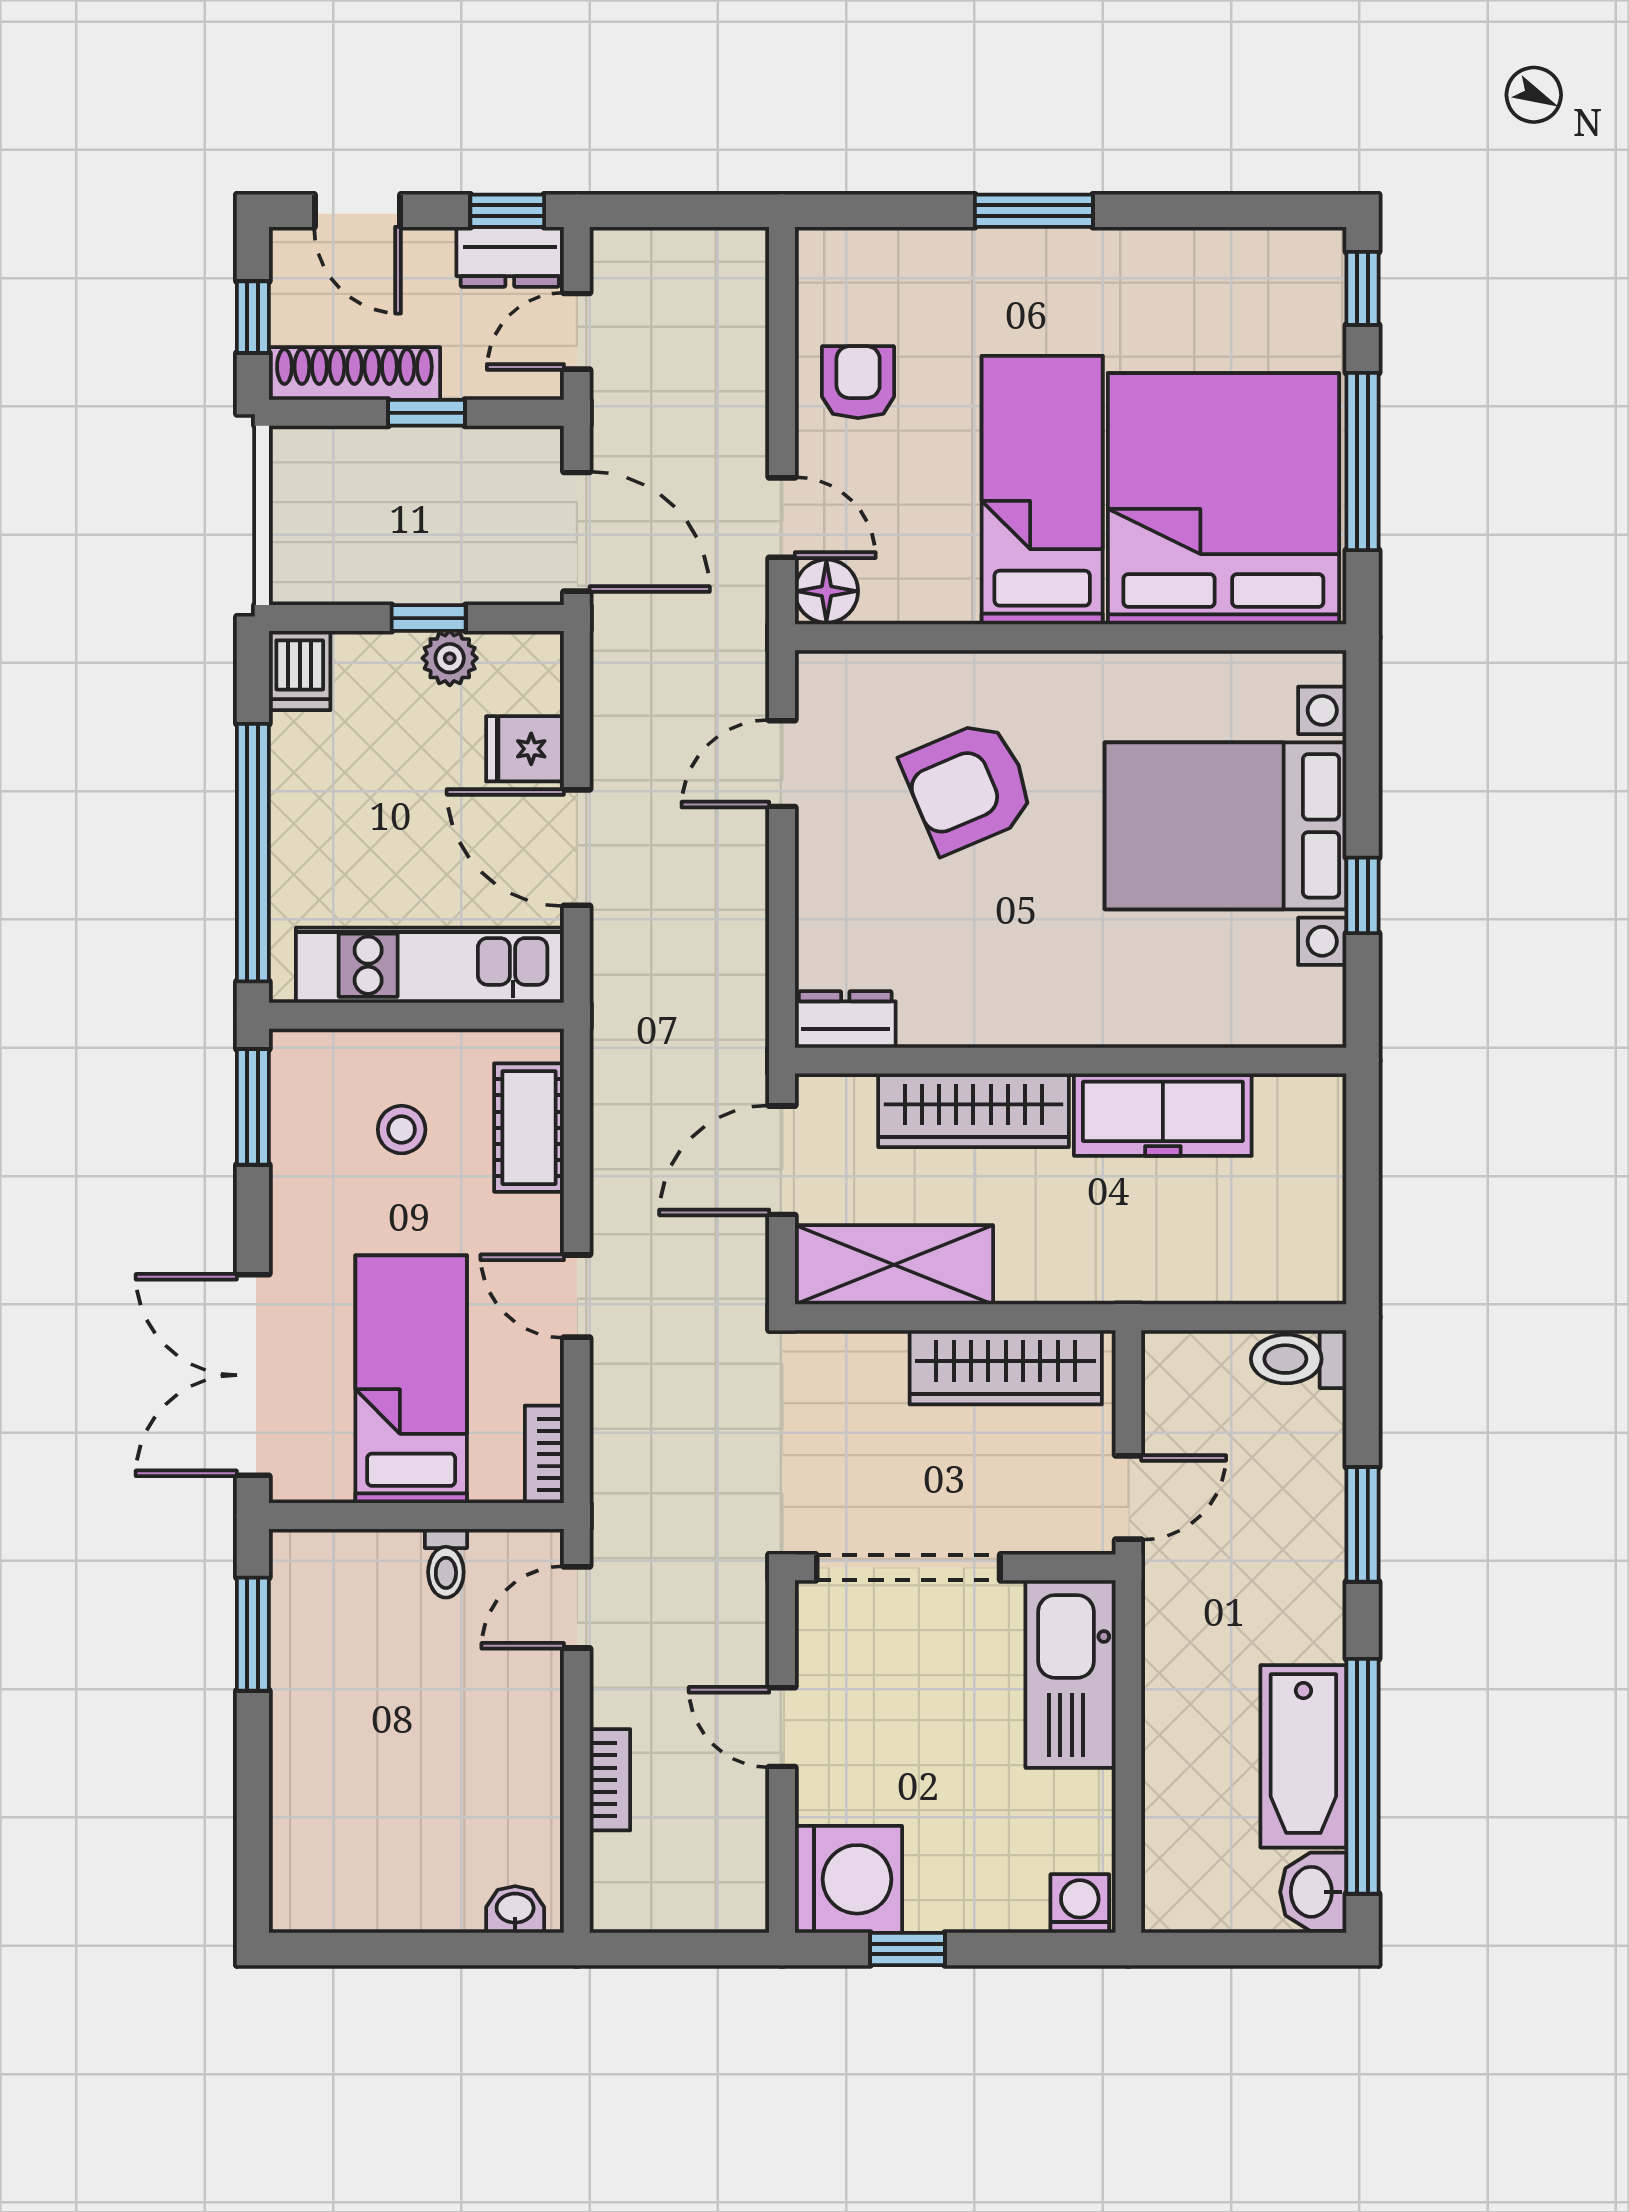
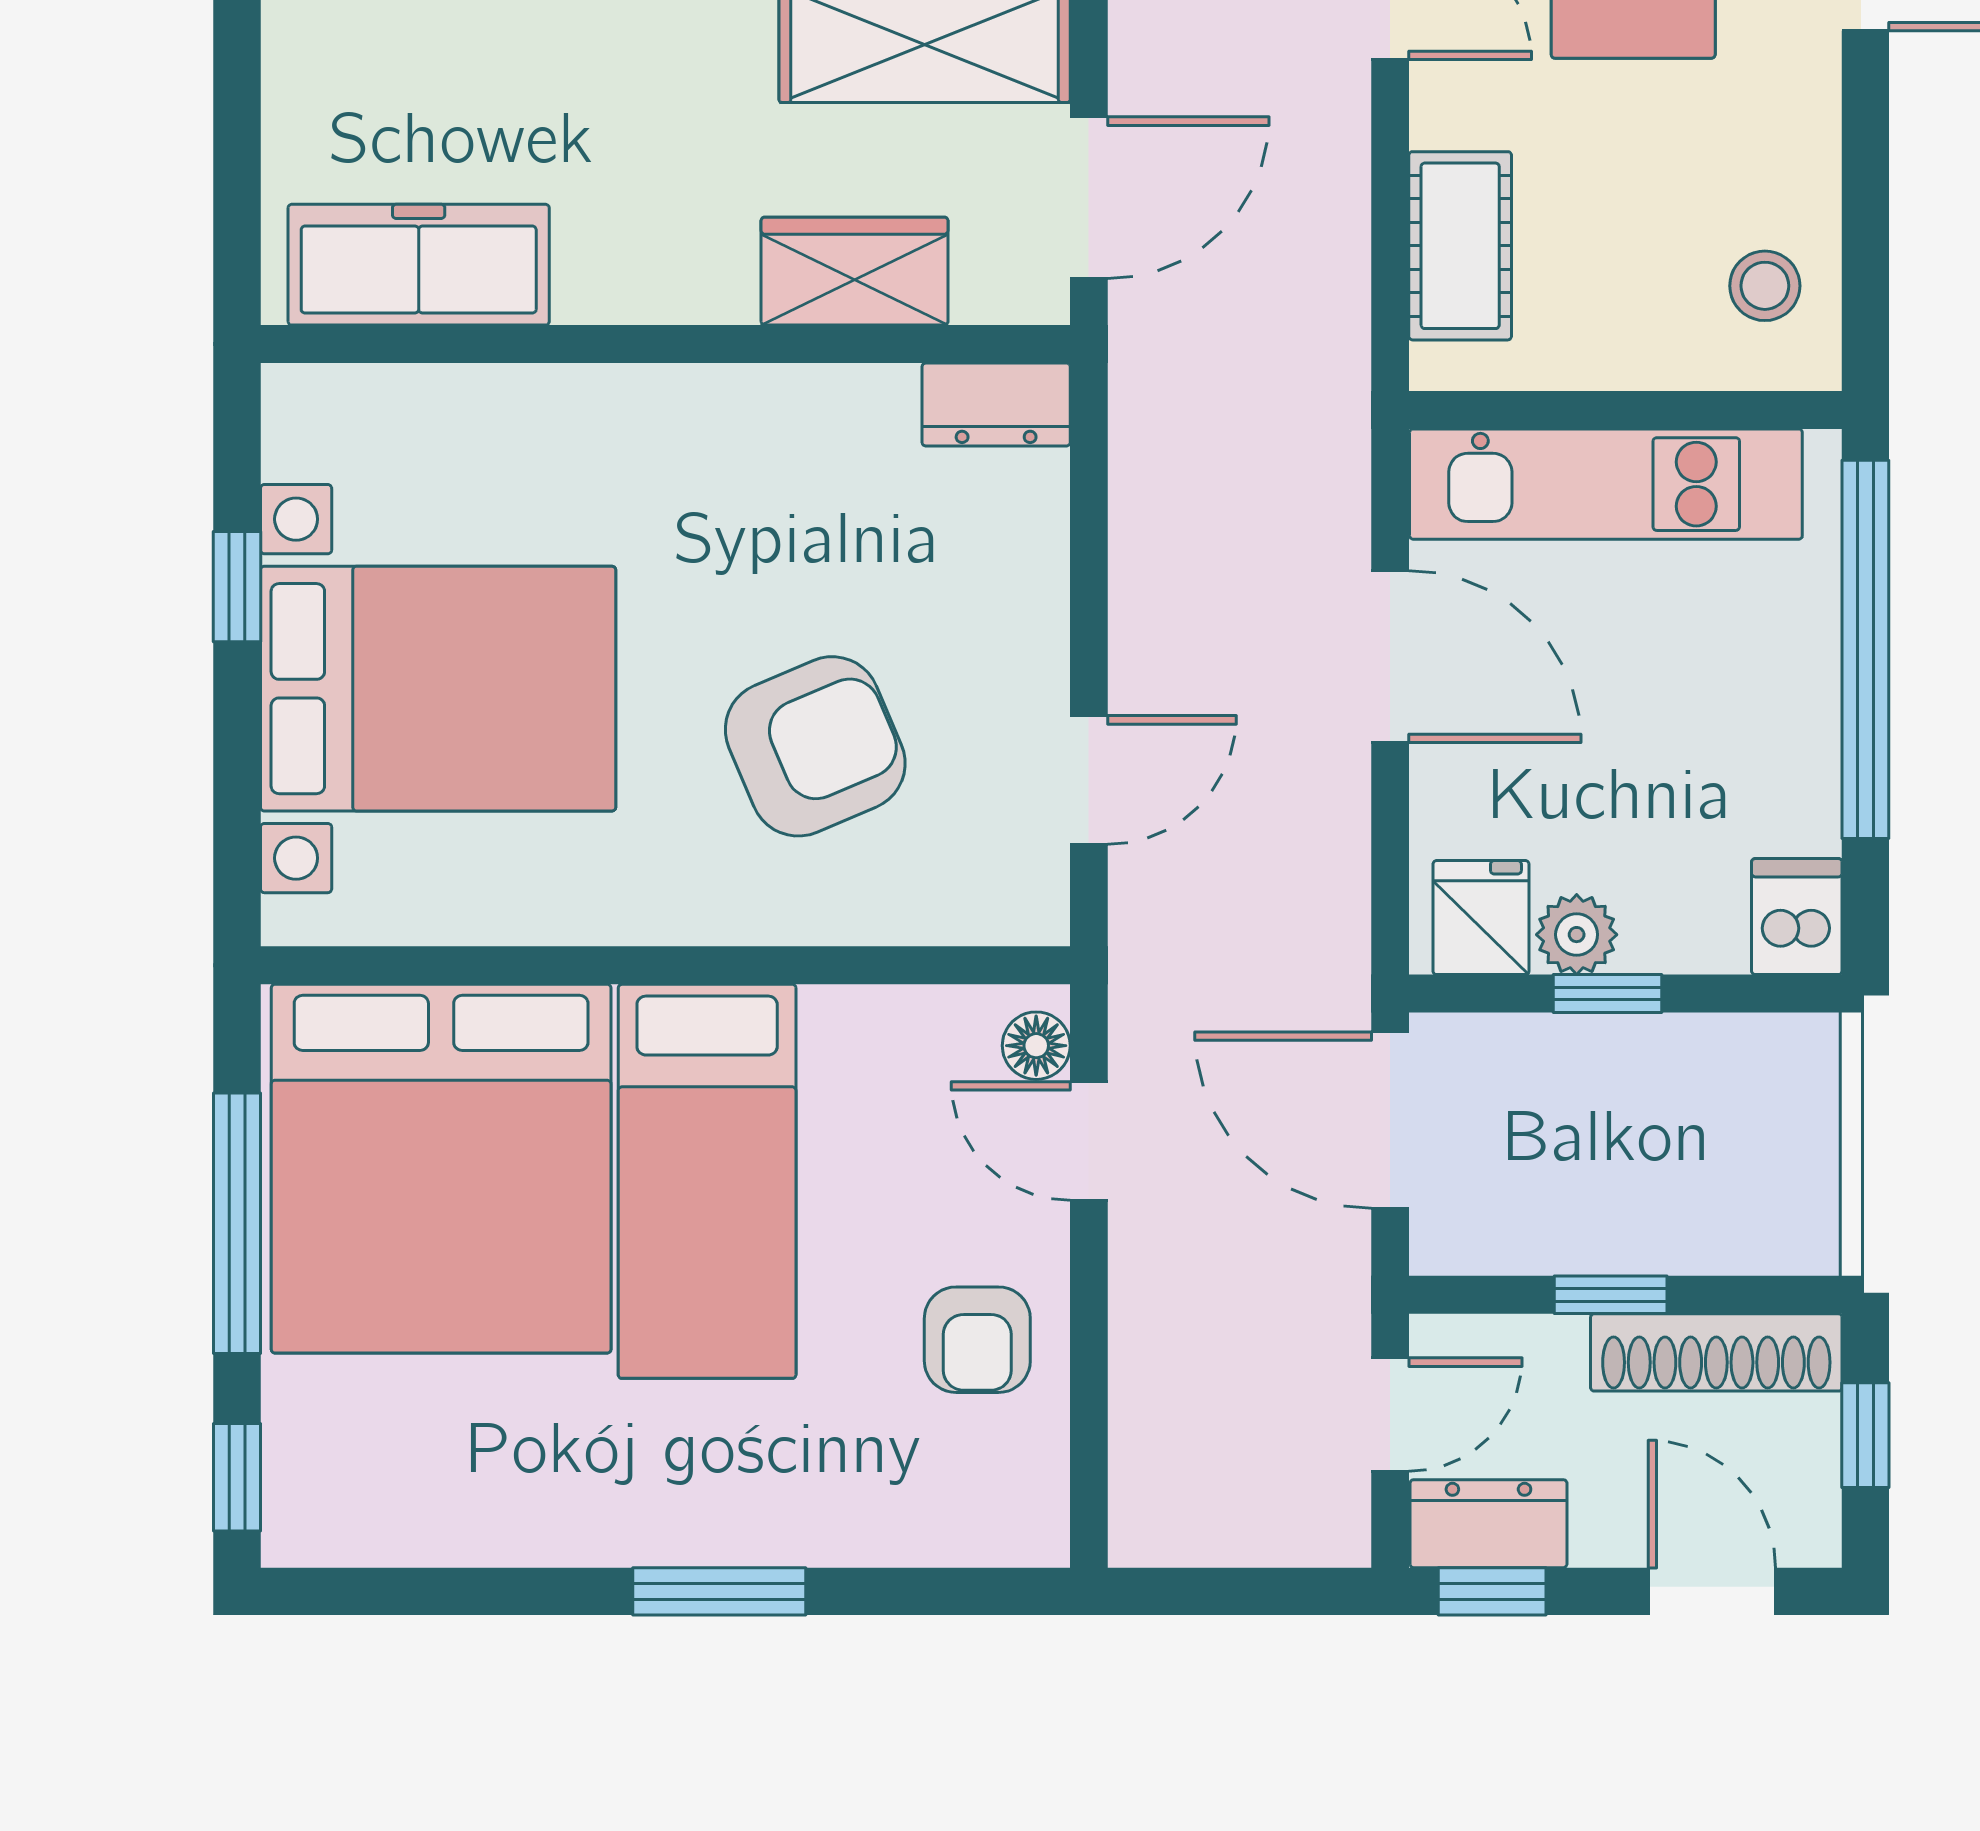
floor lamp: (826, 591) -> (1036, 1046), width x0.73, depth x0.73
fridge: (525, 749) -> (1481, 918), moved, turned -90
window: (253, 1107) -> (1865, 276), removed
wardrobe: (973, 1110) -> (855, 271), width x0.67
freezer: (1163, 1115) -> (419, 265), moved
stool: (402, 1130) -> (1765, 286), moved

